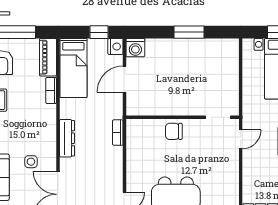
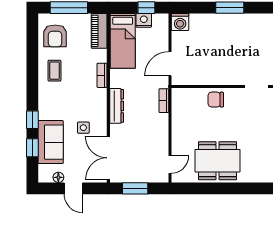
nightstand: (115, 46) -> (144, 20), moved, turned -90
door: (125, 79) -> (170, 64), moved
bookcase: (51, 90) -> (102, 75), moved

